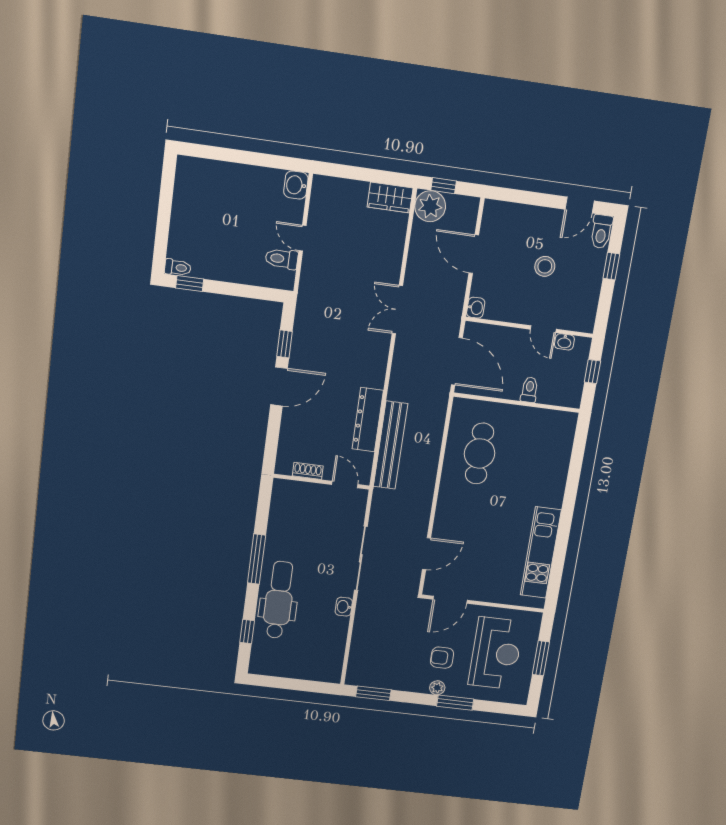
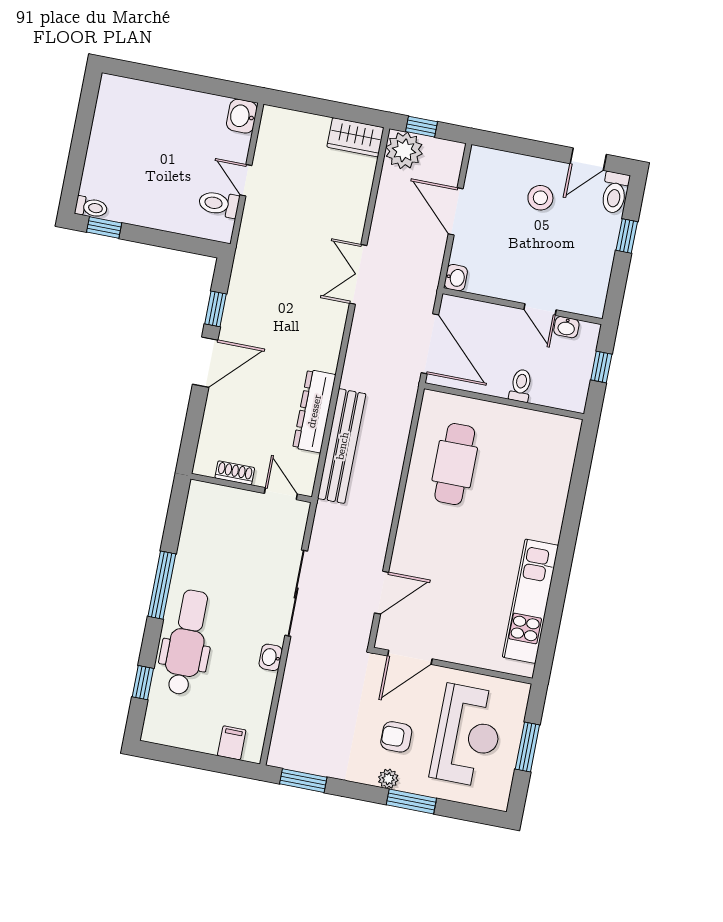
stool: (545, 266) -> (540, 198), moved
filing cabinet: (318, 670) -> (232, 743), added

